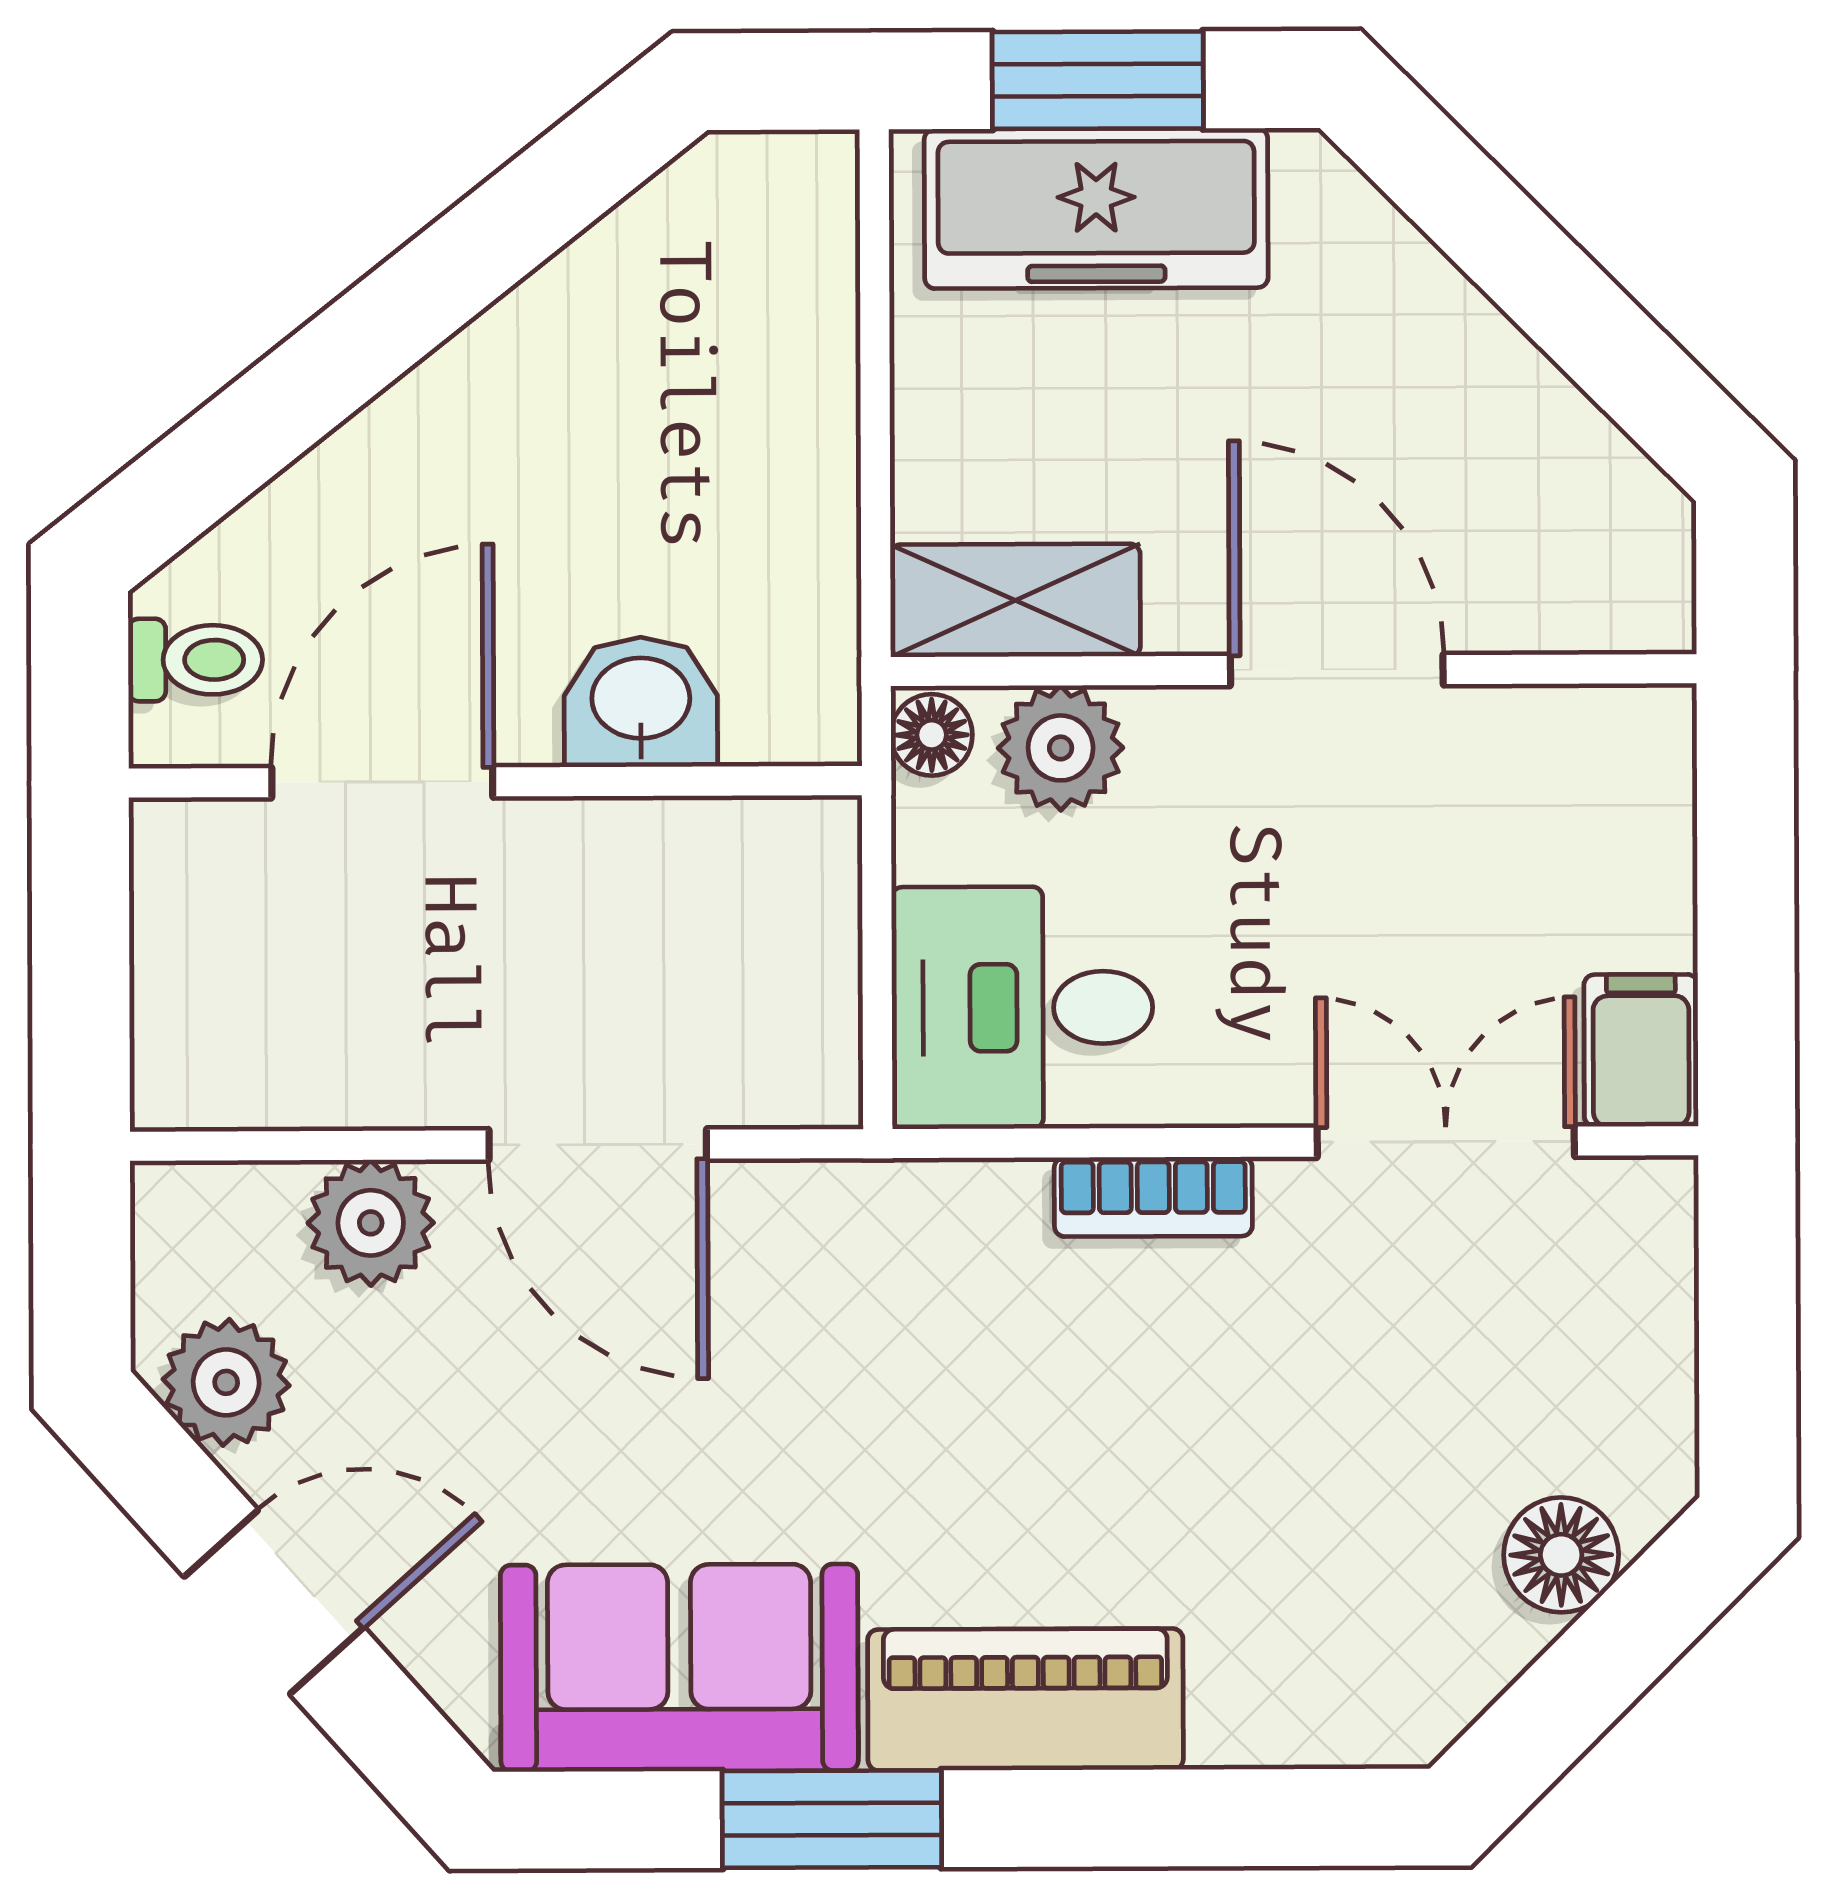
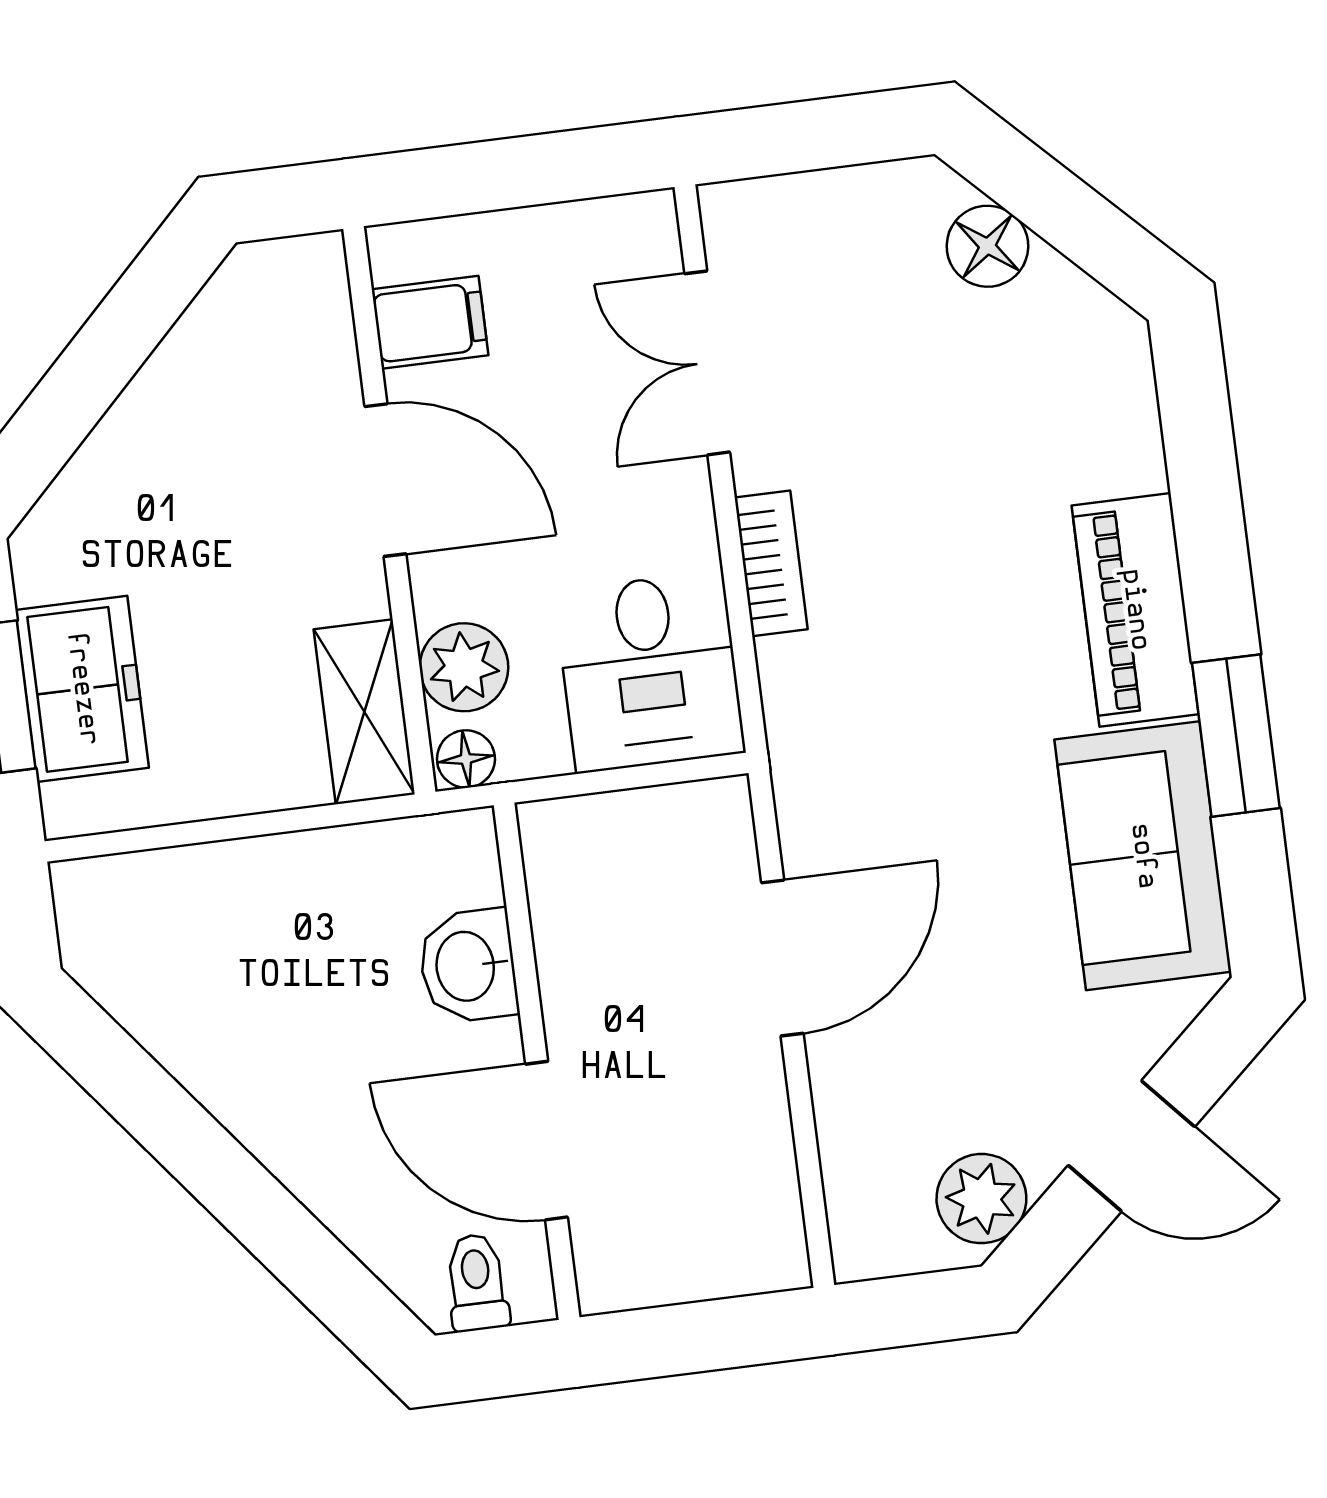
freezer: (1096, 208) -> (82, 689), width x0.71
door: (1337, 670) -> (385, 480), swing flipped
filing cabinet: (1641, 1050) -> (430, 322), moved, turned 180
plant: (371, 1223) -> (857, 1111), removed
door: (274, 1602) -> (1132, 1146), swing flipped

